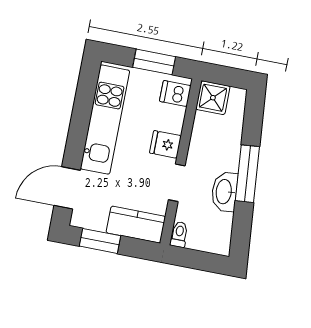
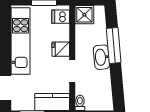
window: (247, 174) -> (114, 45), moved
washbasin: (224, 192) -> (101, 57), moved

